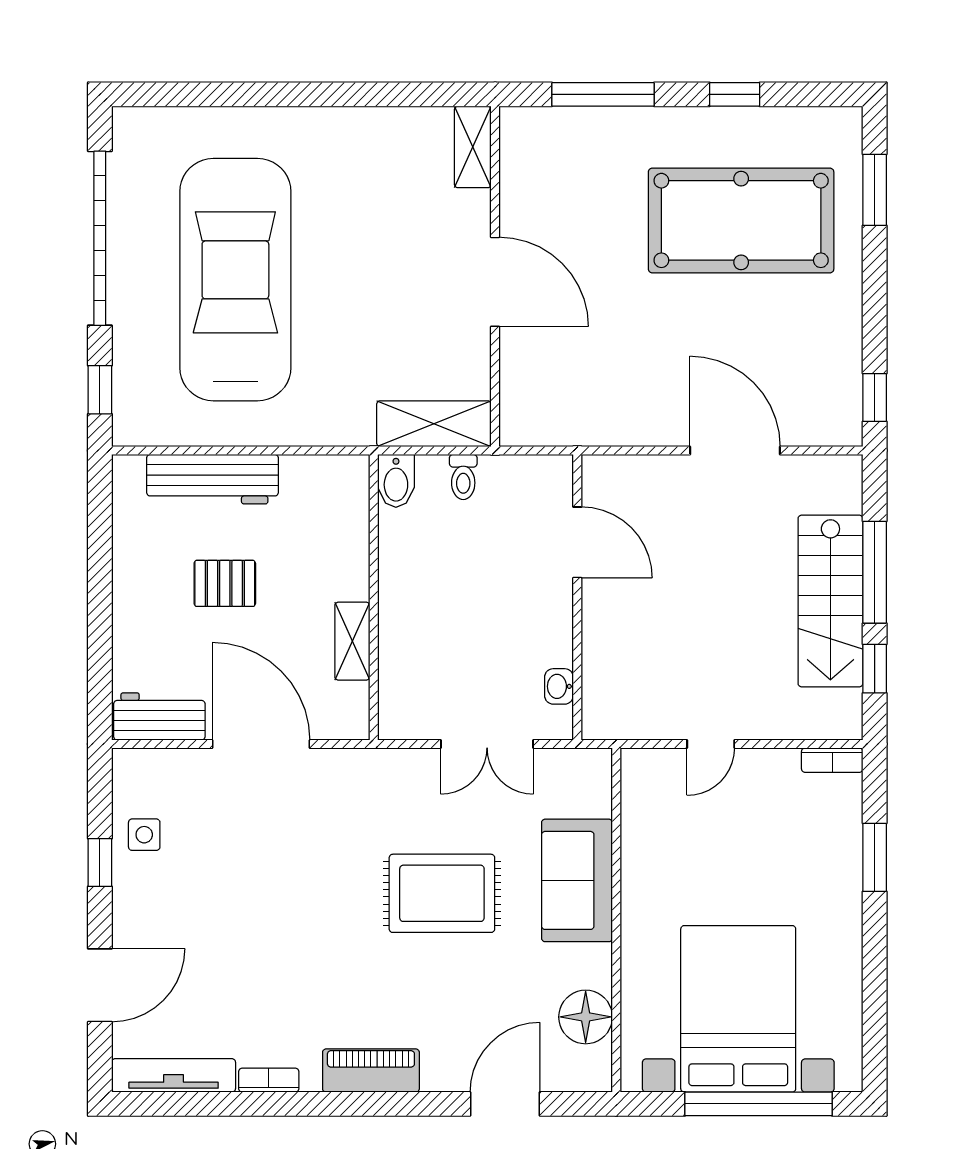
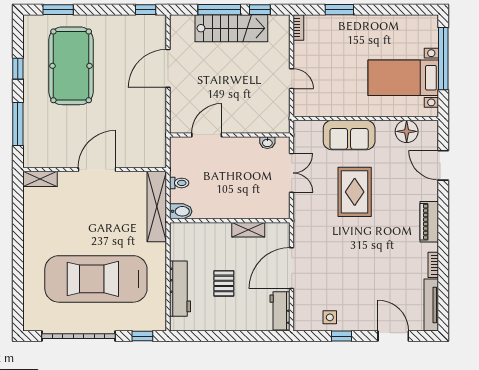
shelving: (434, 424) -> (157, 207), width x1.47
bed with nightstands: (738, 1009) -> (403, 78), width x0.73

